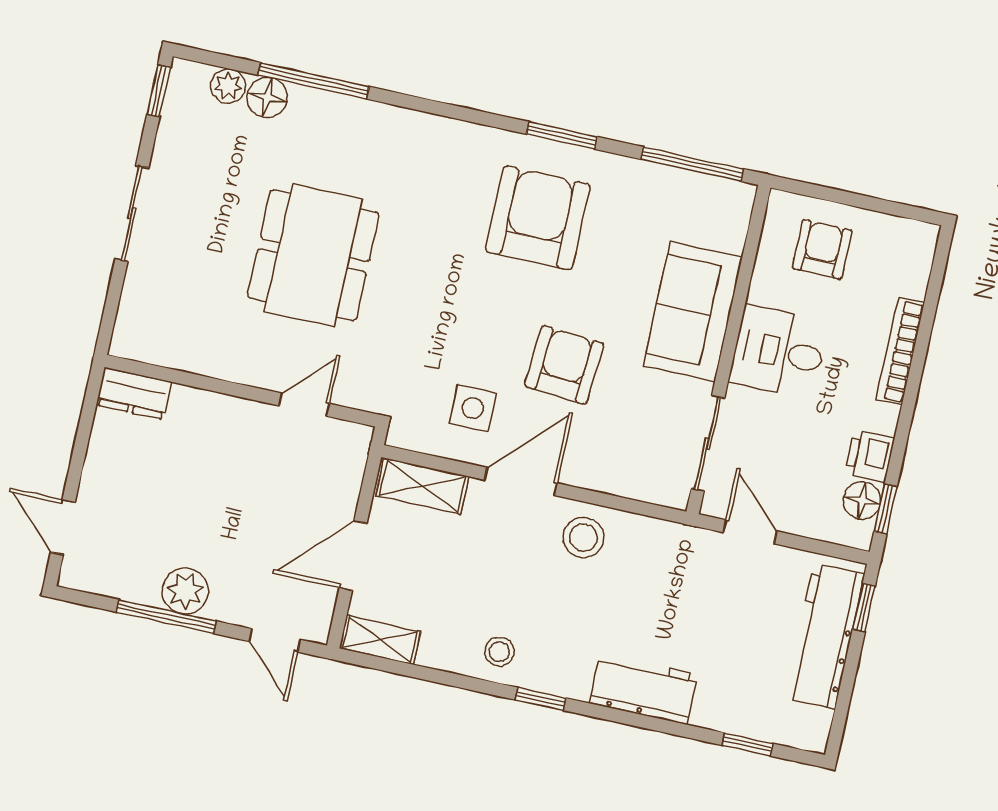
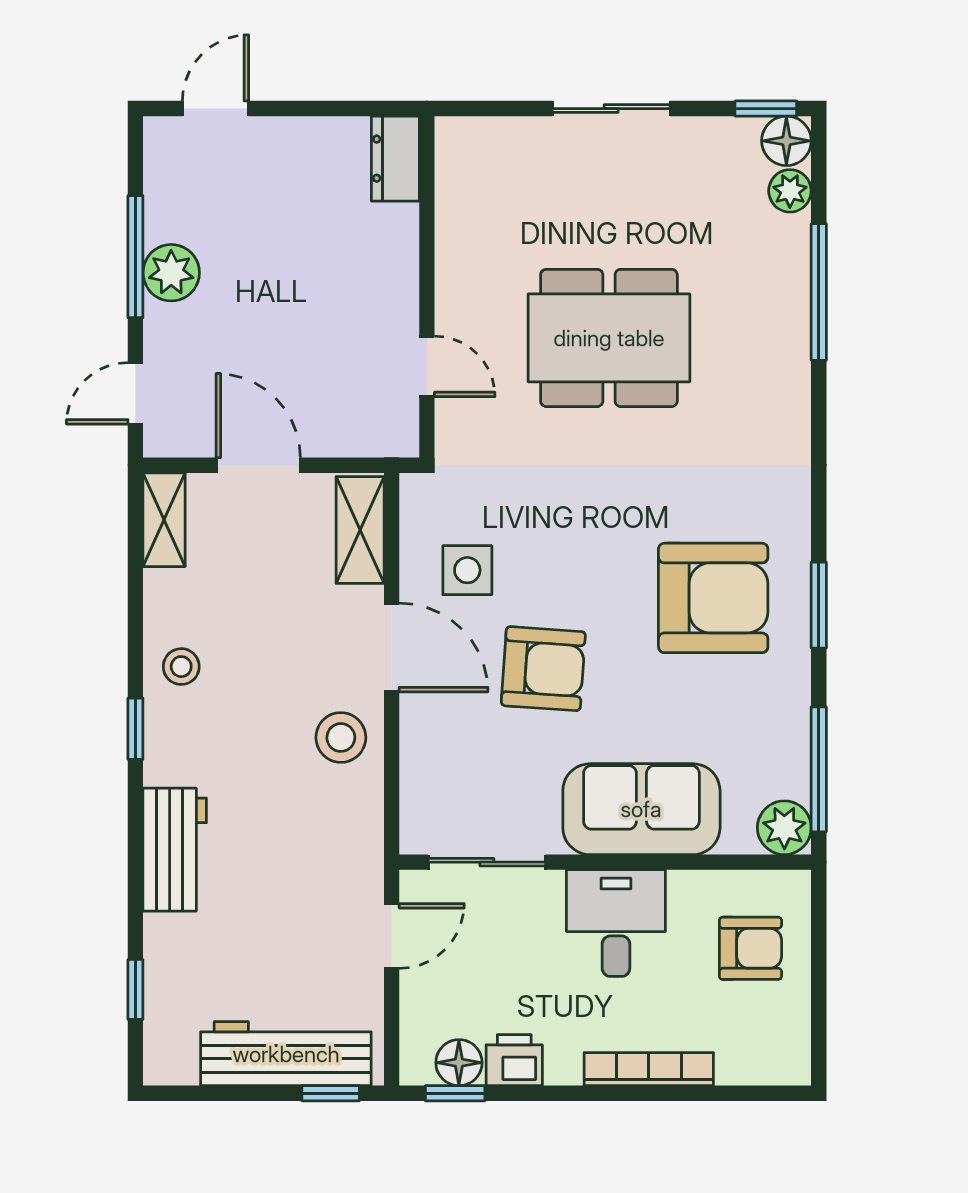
floor lamp: (267, 98) -> (786, 141), moved
plant: (732, 202) -> (784, 828), added

